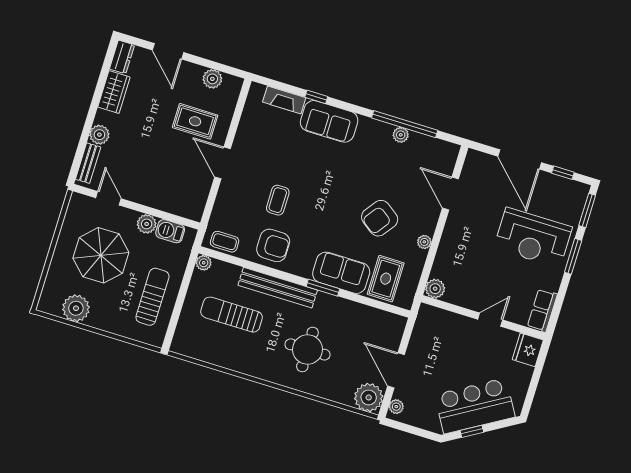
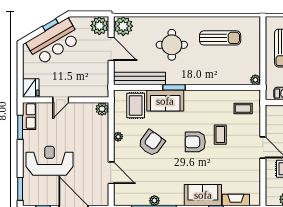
coffee table: (225, 242) -> (243, 109), moved
armchair: (273, 245) -> (195, 142), moved
window: (573, 256) -> (20, 127), moved
bench: (278, 288) -> (139, 79), moved
sun lounger: (232, 315) -> (220, 38), moved
plant: (396, 407) -> (99, 26), width x1.88, depth x1.88

